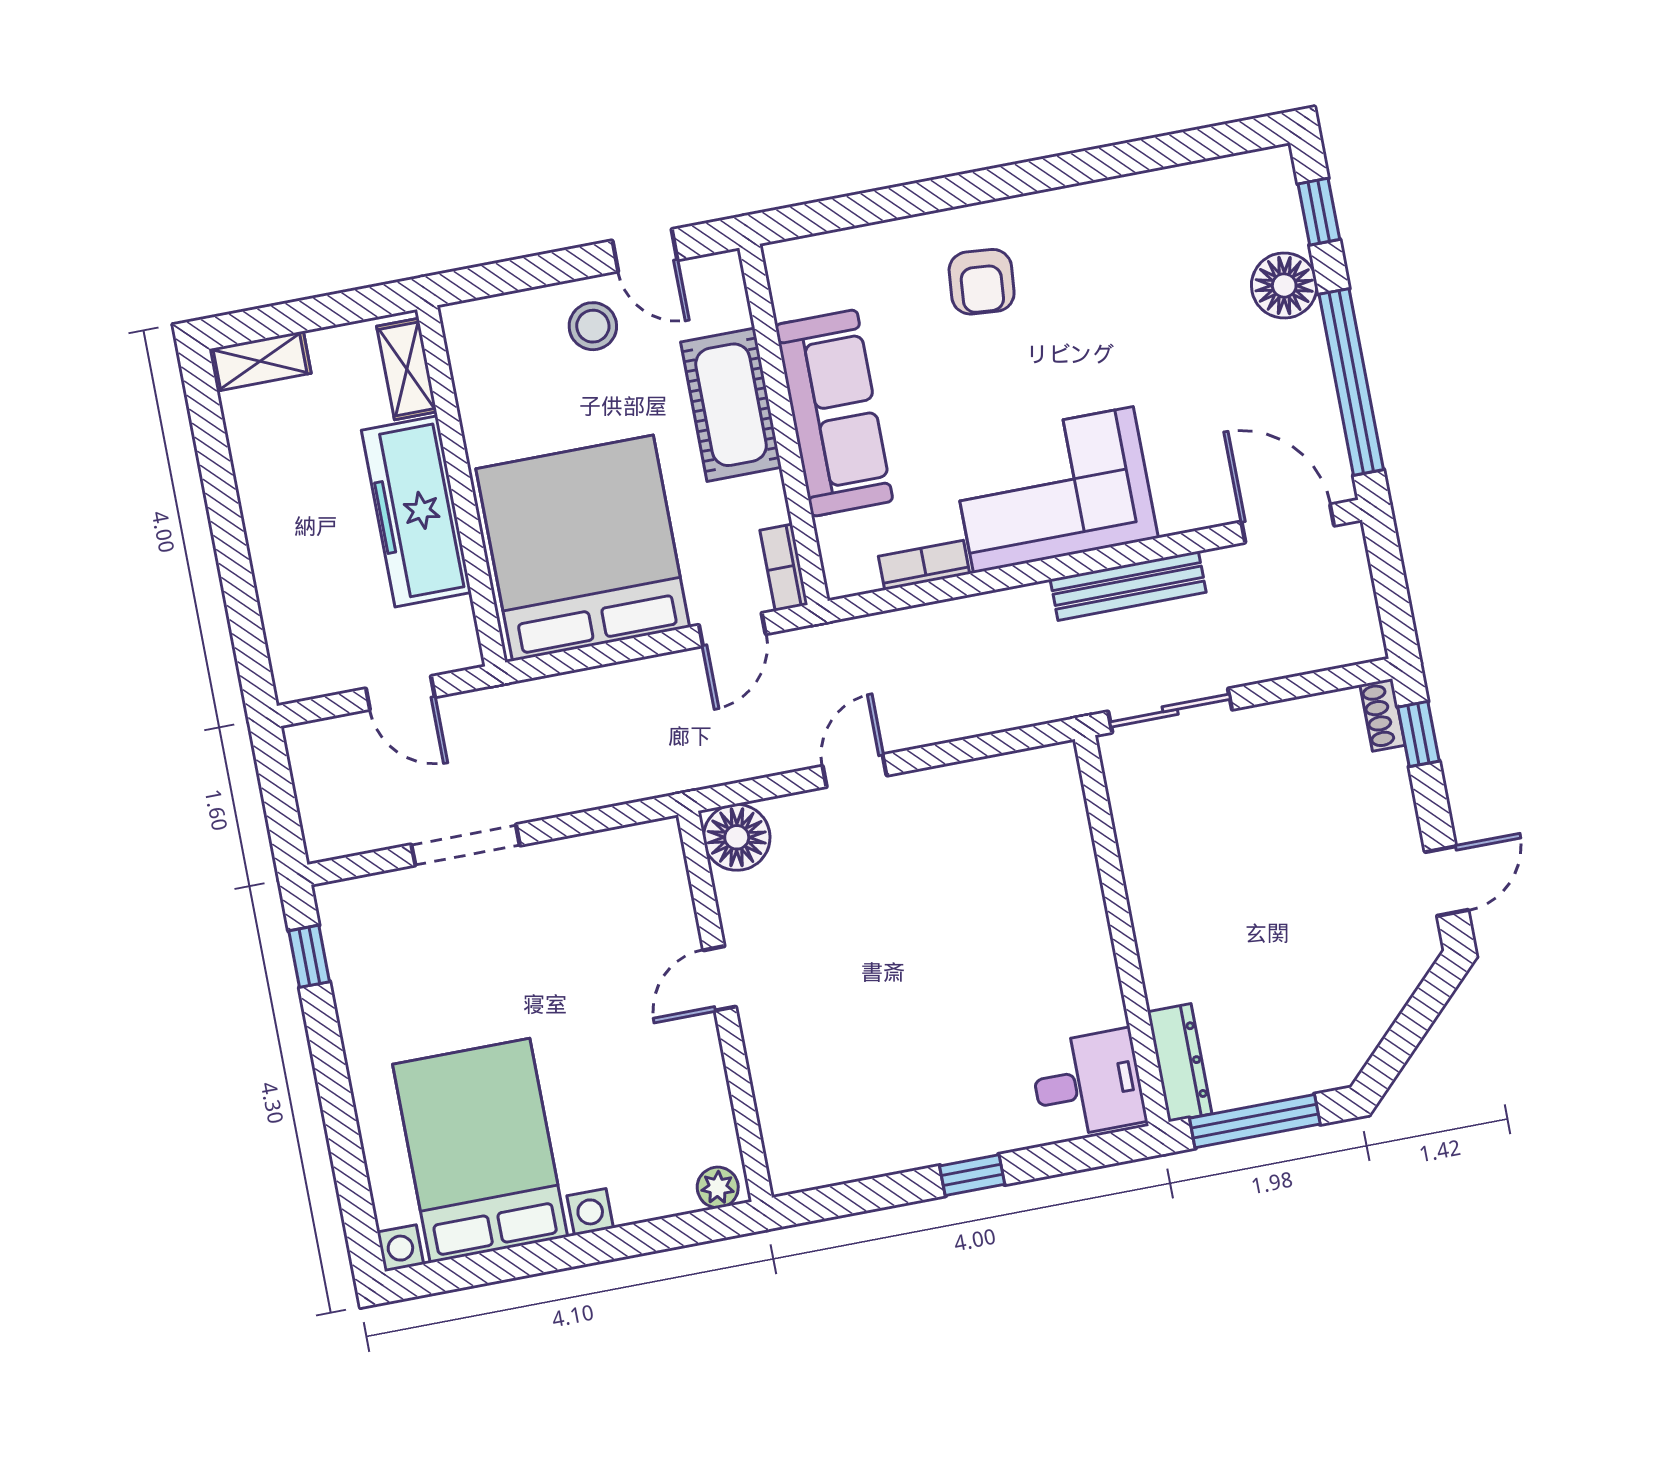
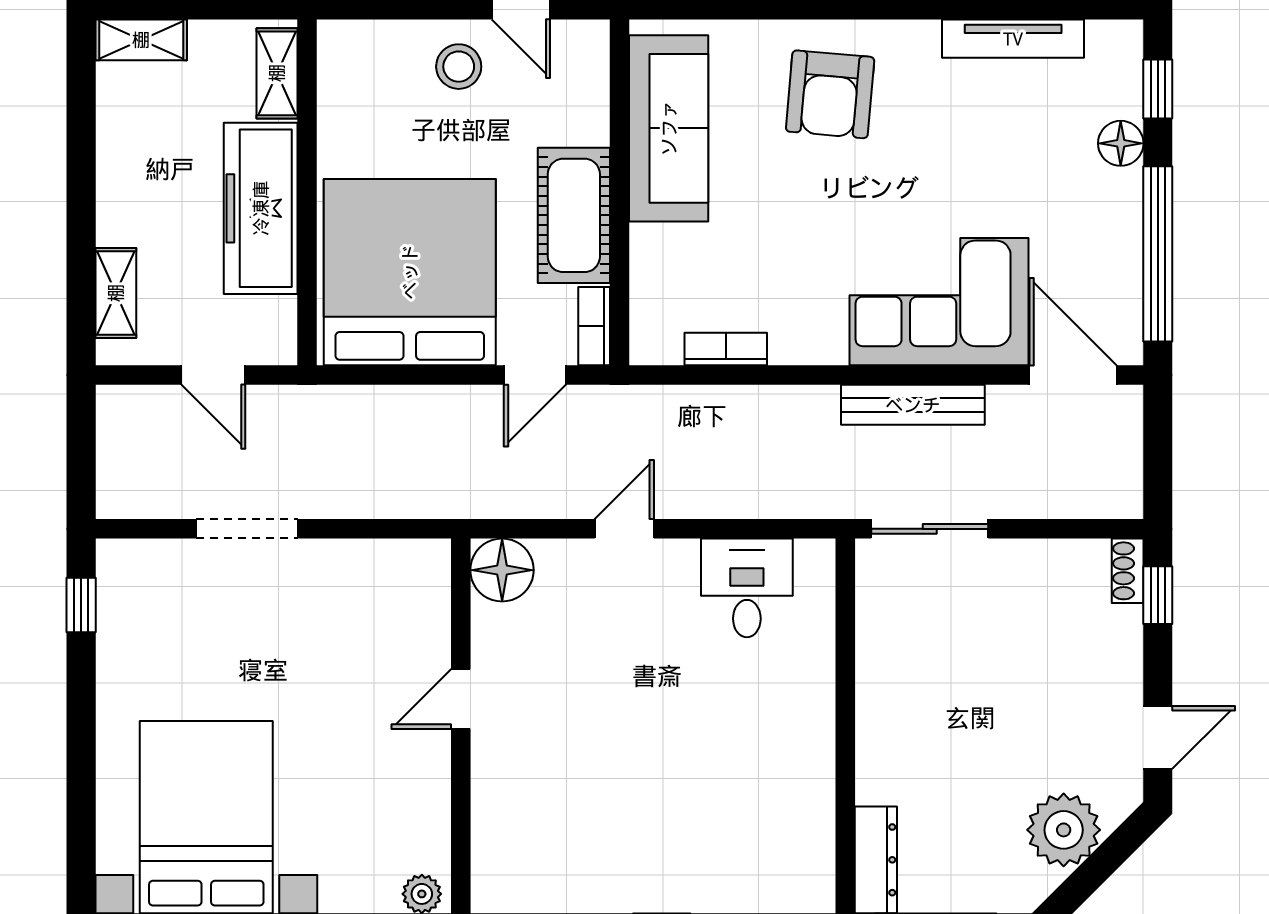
tv unit: (1160, 188) -> (1013, 39), added
armchair: (982, 282) -> (830, 94), width x1.38, depth x1.38
floor lamp: (1284, 286) -> (1121, 143), width x0.73, depth x0.73
cot: (731, 405) -> (574, 215), moved
sofa: (834, 413) -> (669, 128), moved
corner sofa: (1053, 490) -> (939, 302), moved
shelving: (284, 627) -> (116, 293), added
plant: (1368, 995) -> (1064, 830), added
desk: (1088, 1084) -> (747, 588), moved, turned -90

